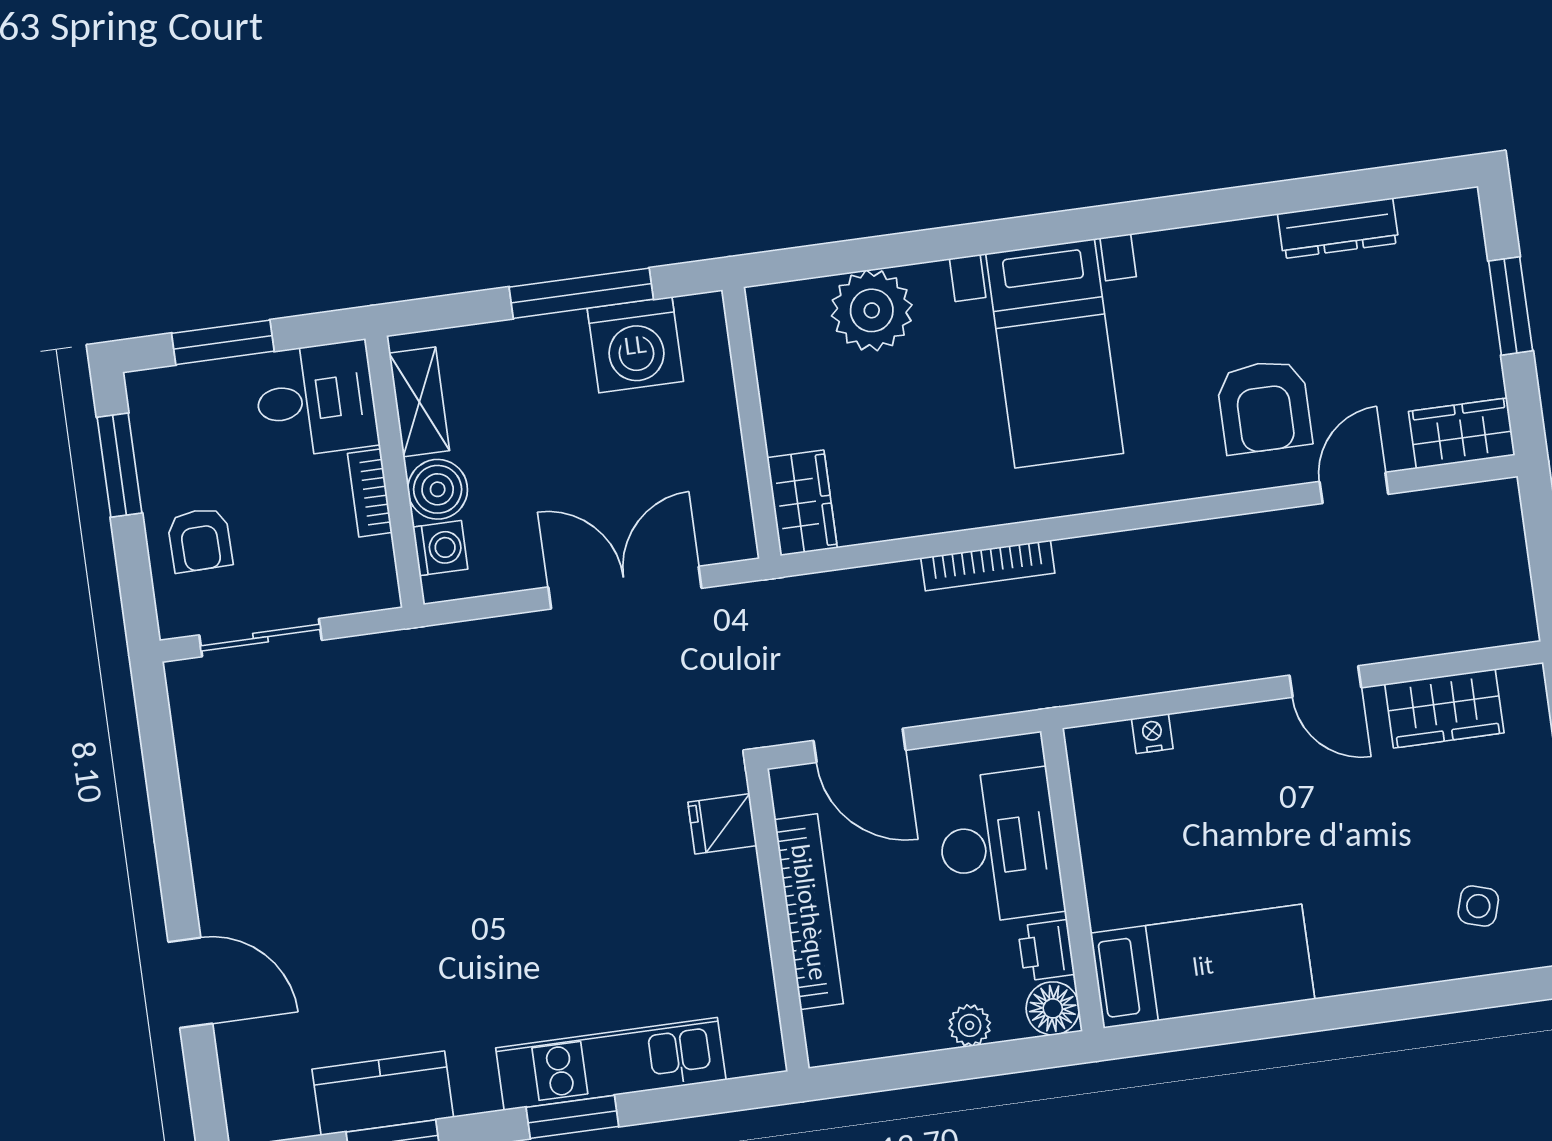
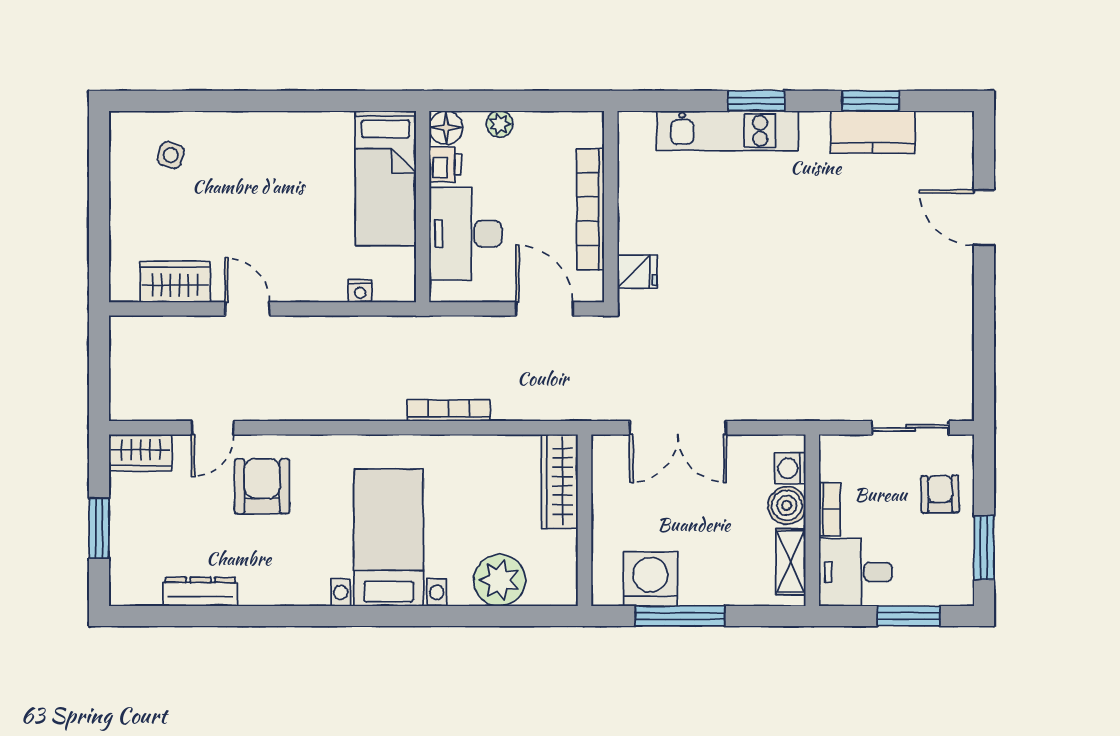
wardrobe: (802, 503) -> (560, 481), width x1.50
bed: (1203, 966) -> (386, 178), moved, turned -90

